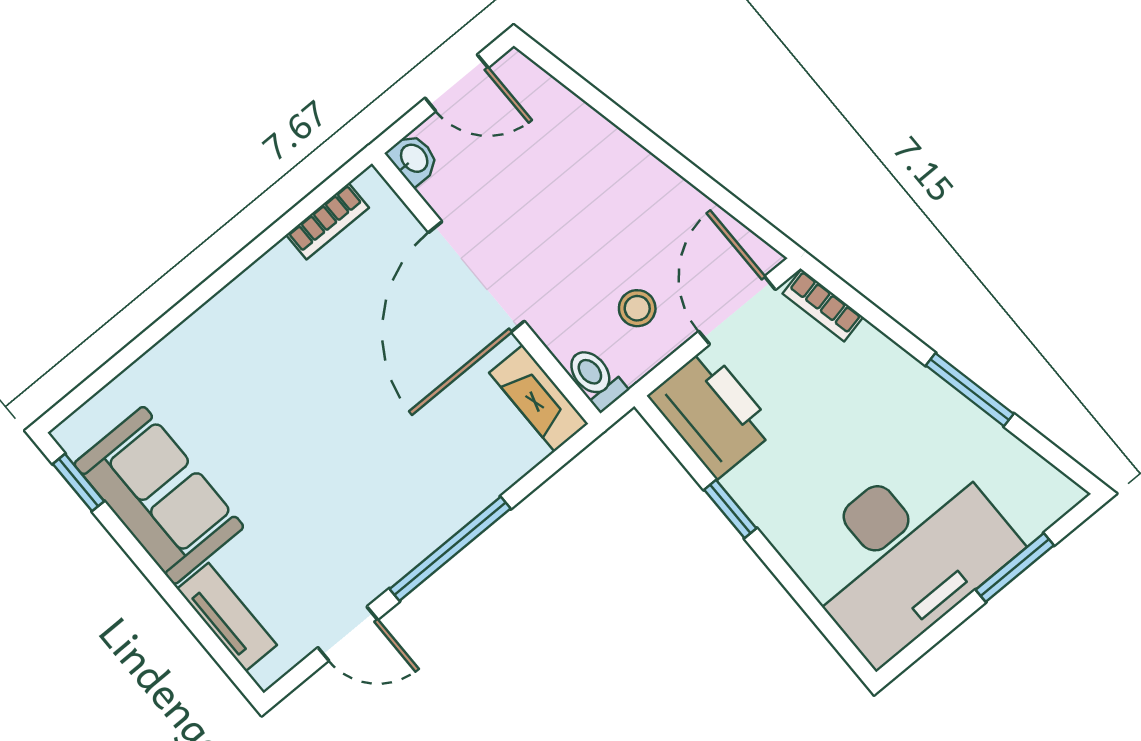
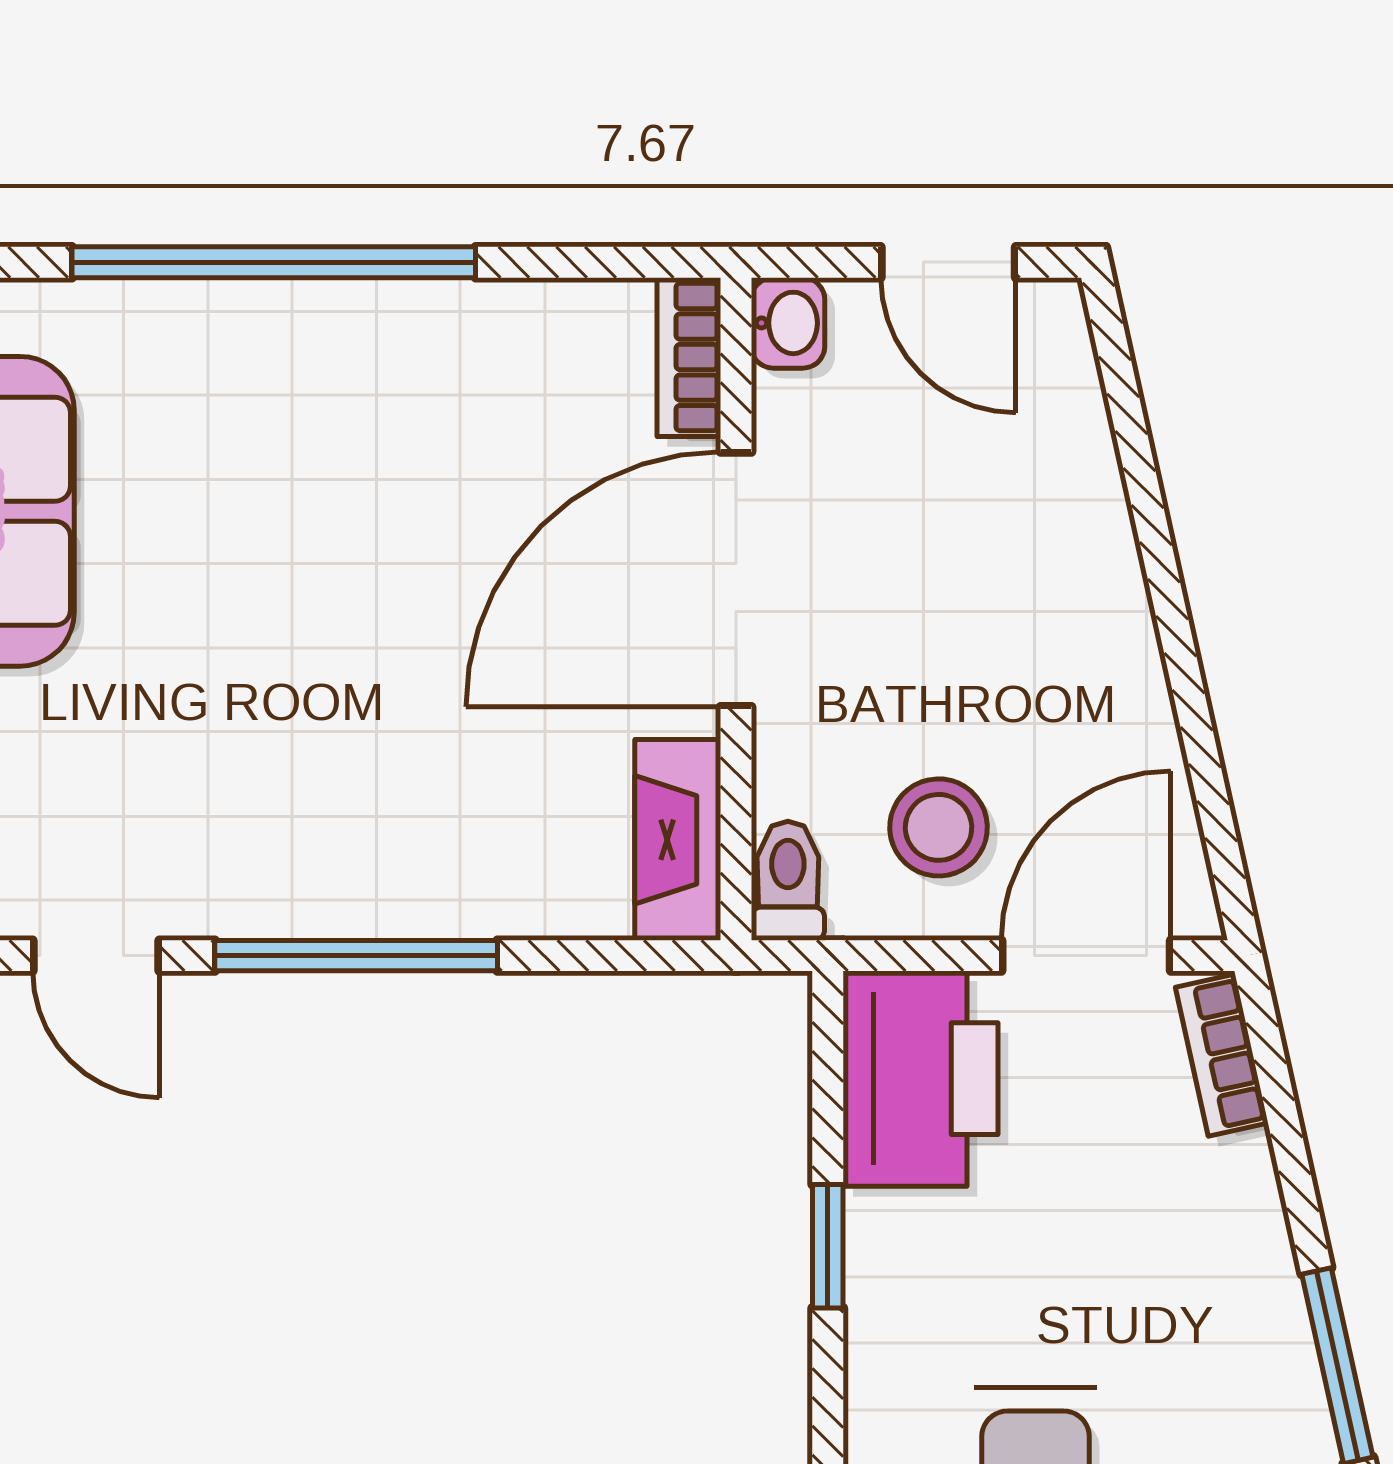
bookcase: (327, 221) -> (689, 357), moved, turned 90
window: (191, 303) -> (274, 262), added
stool: (637, 308) -> (939, 827), width x1.37, depth x1.37

